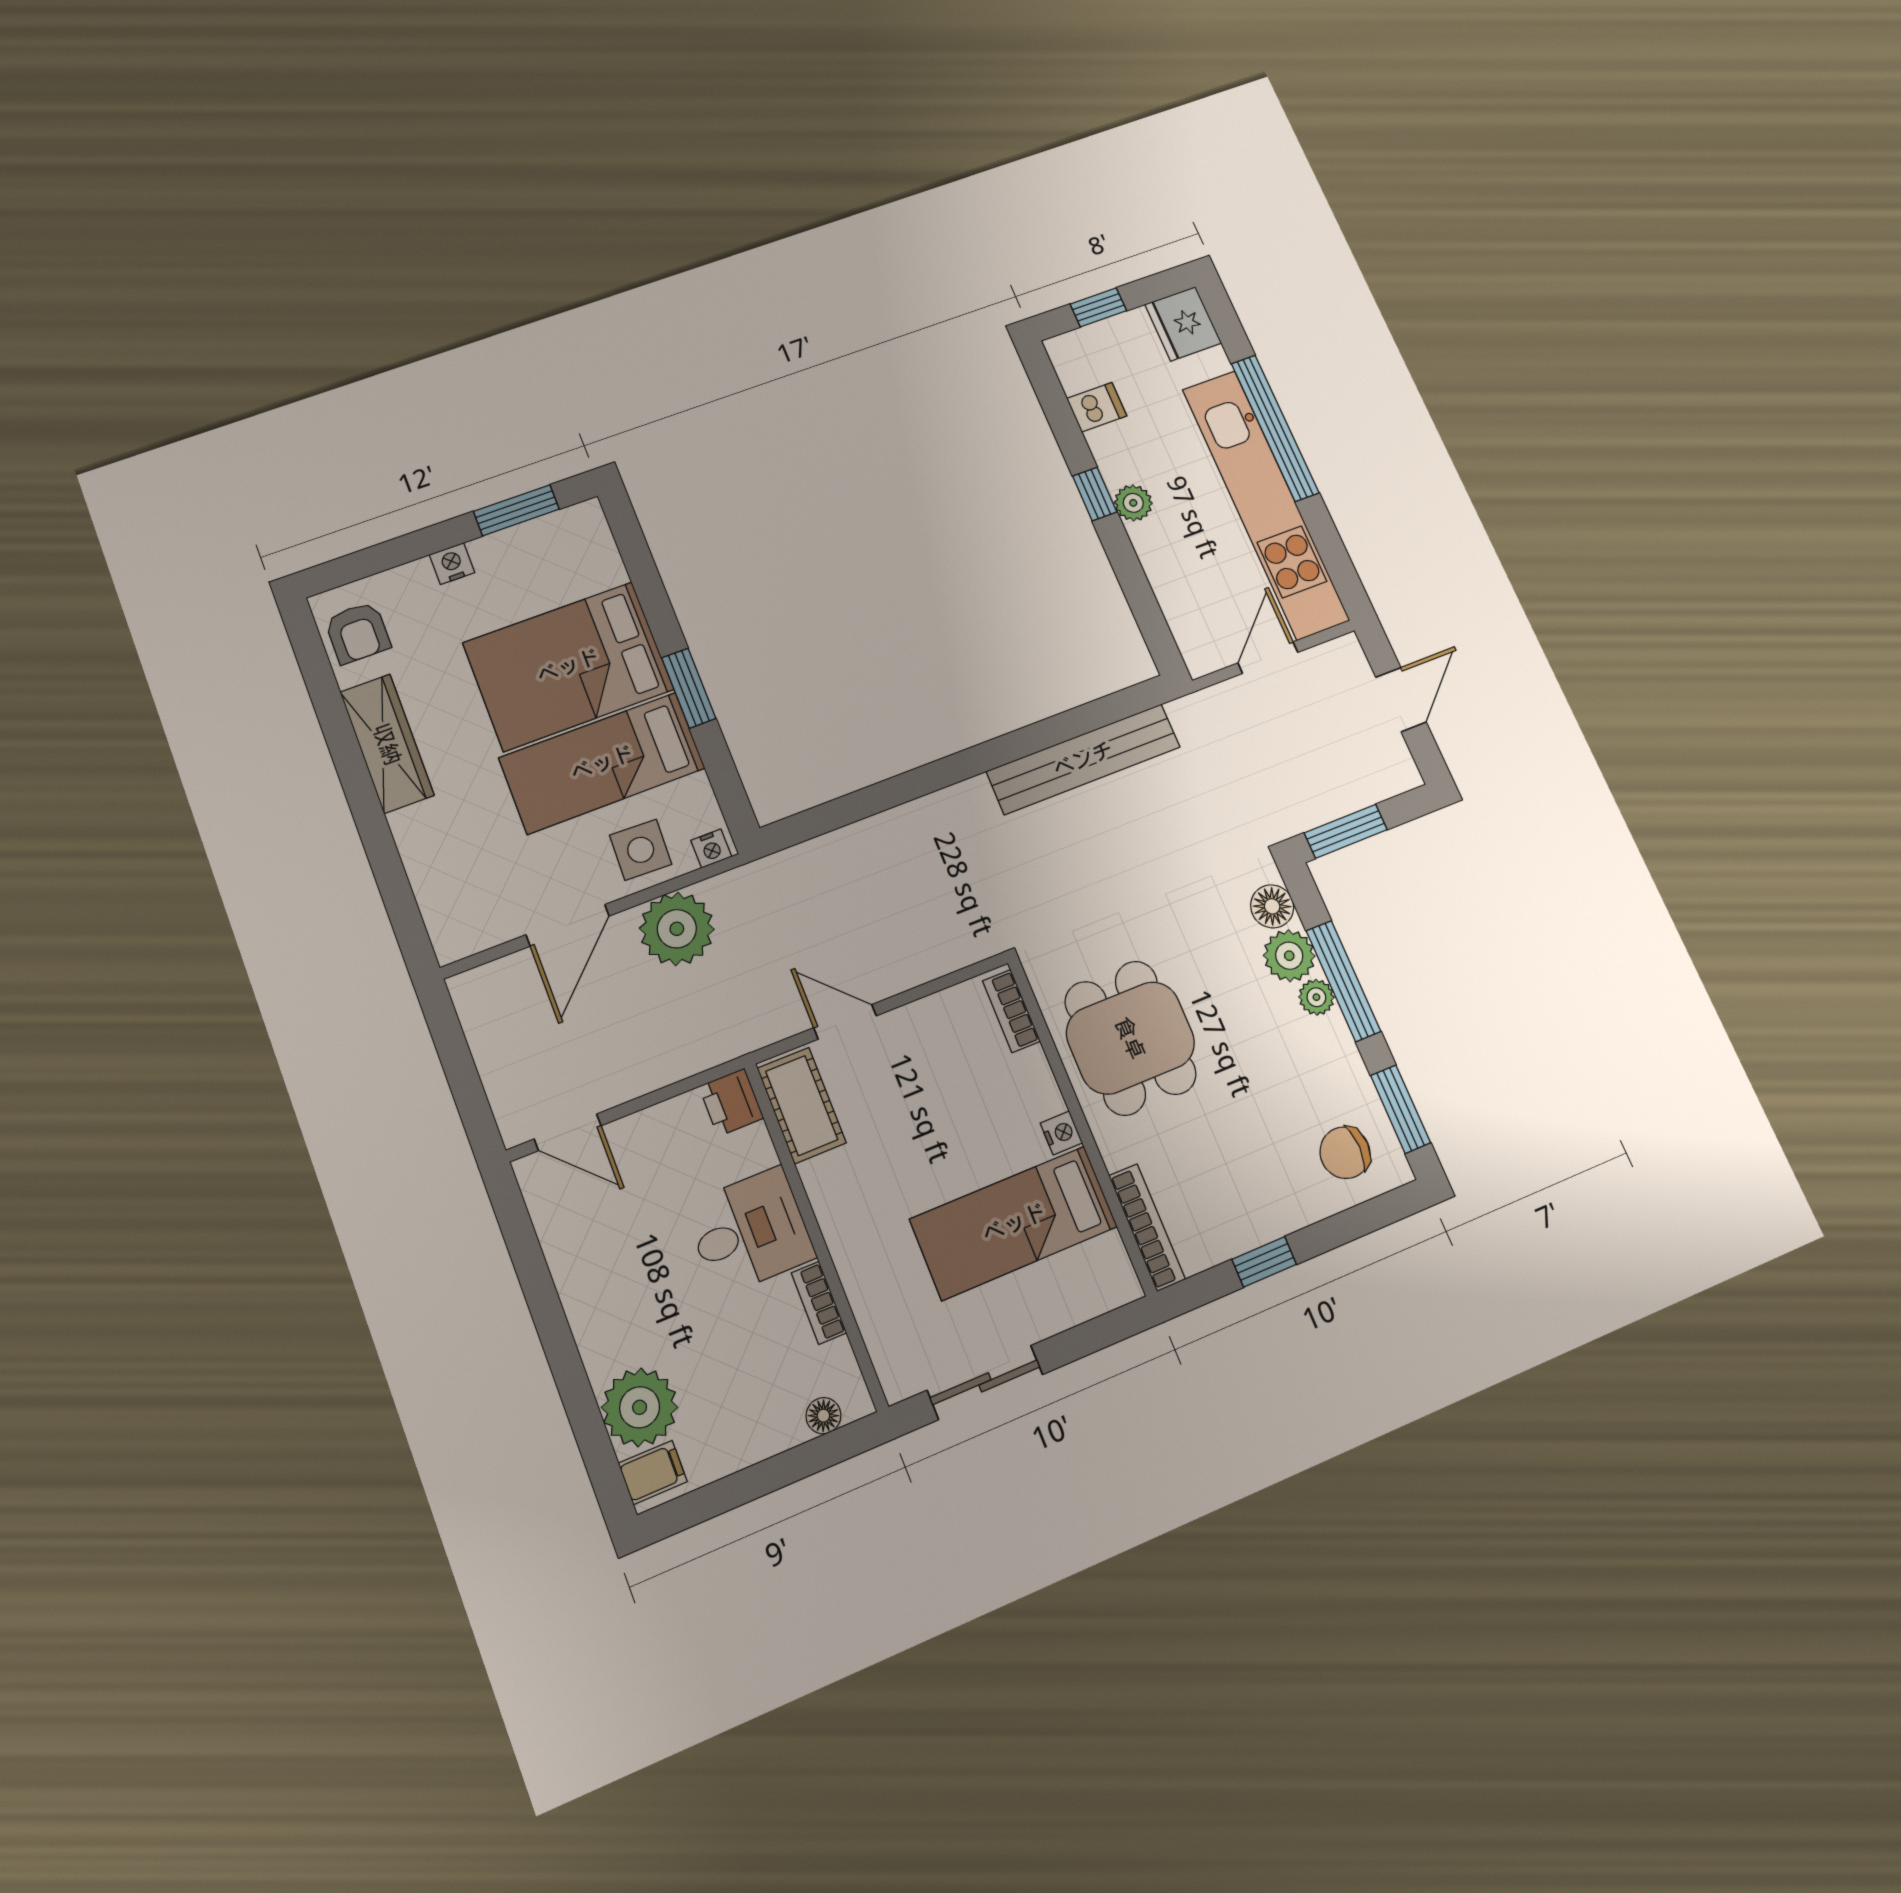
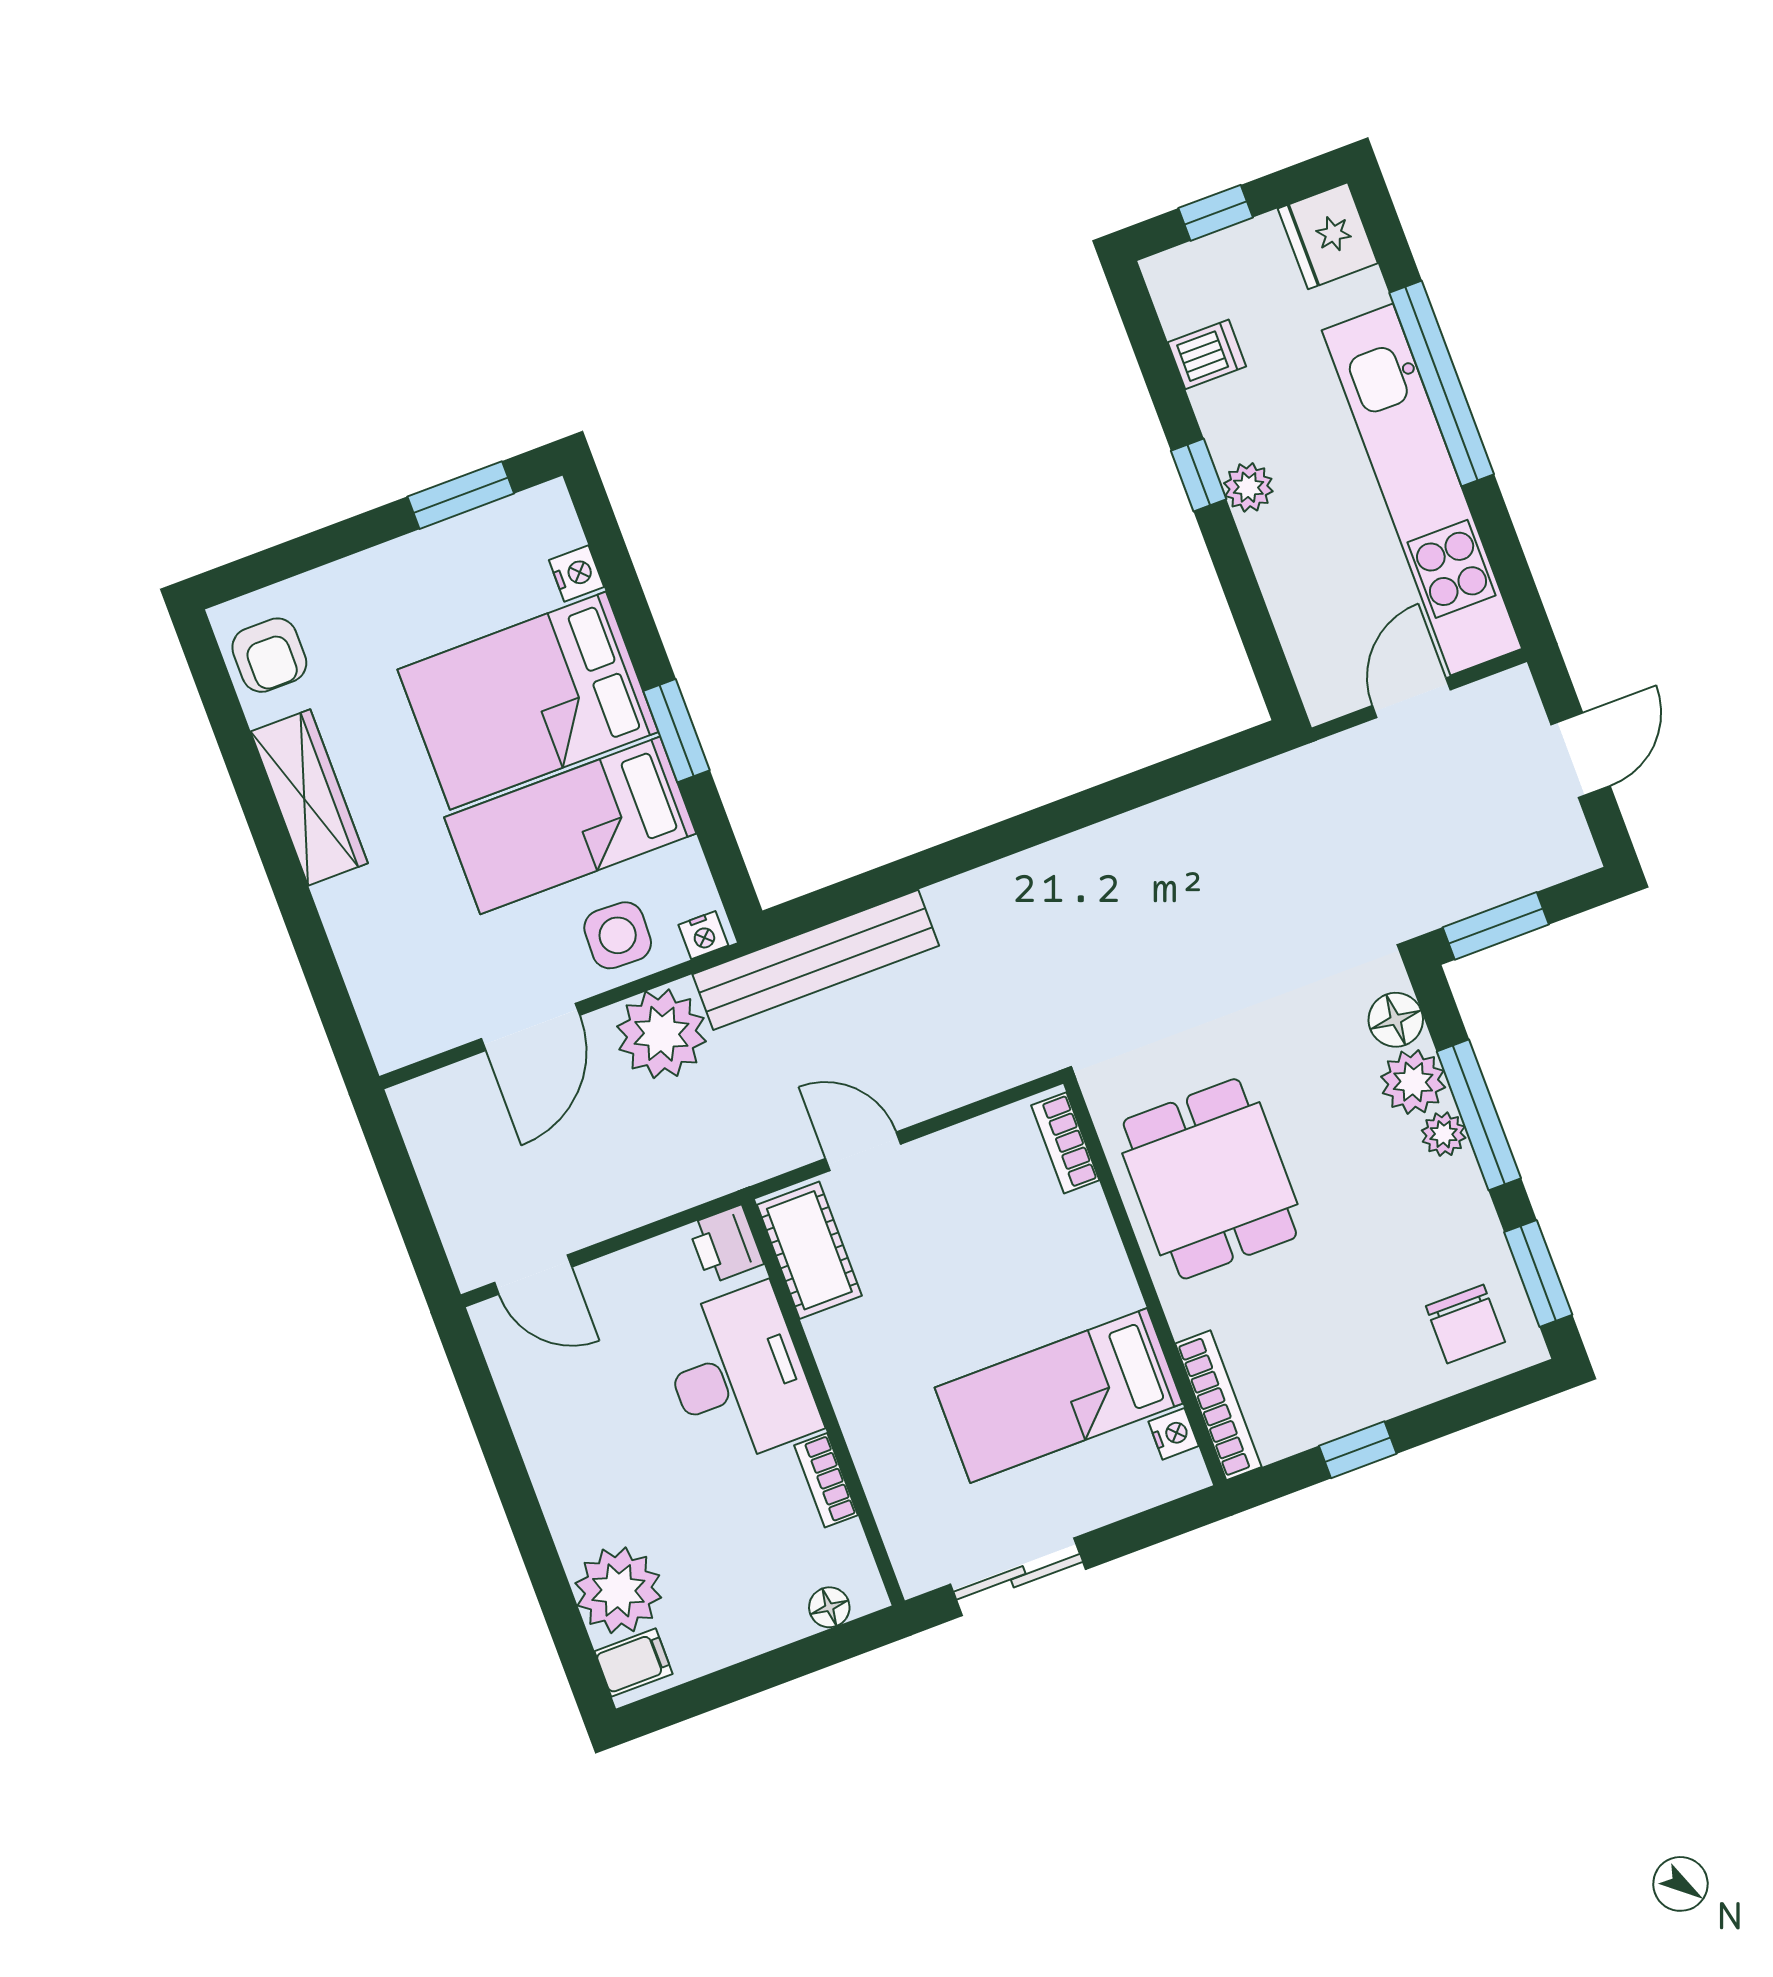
nightstand: (452, 564) -> (576, 573), moved, turned 90
bench: (1083, 759) -> (816, 960), moved
nightstand: (1061, 1133) -> (1174, 1434), moved
chair: (1345, 1153) -> (1465, 1324), turned -90
desk: (749, 1231) -> (738, 1375), width x1.37

